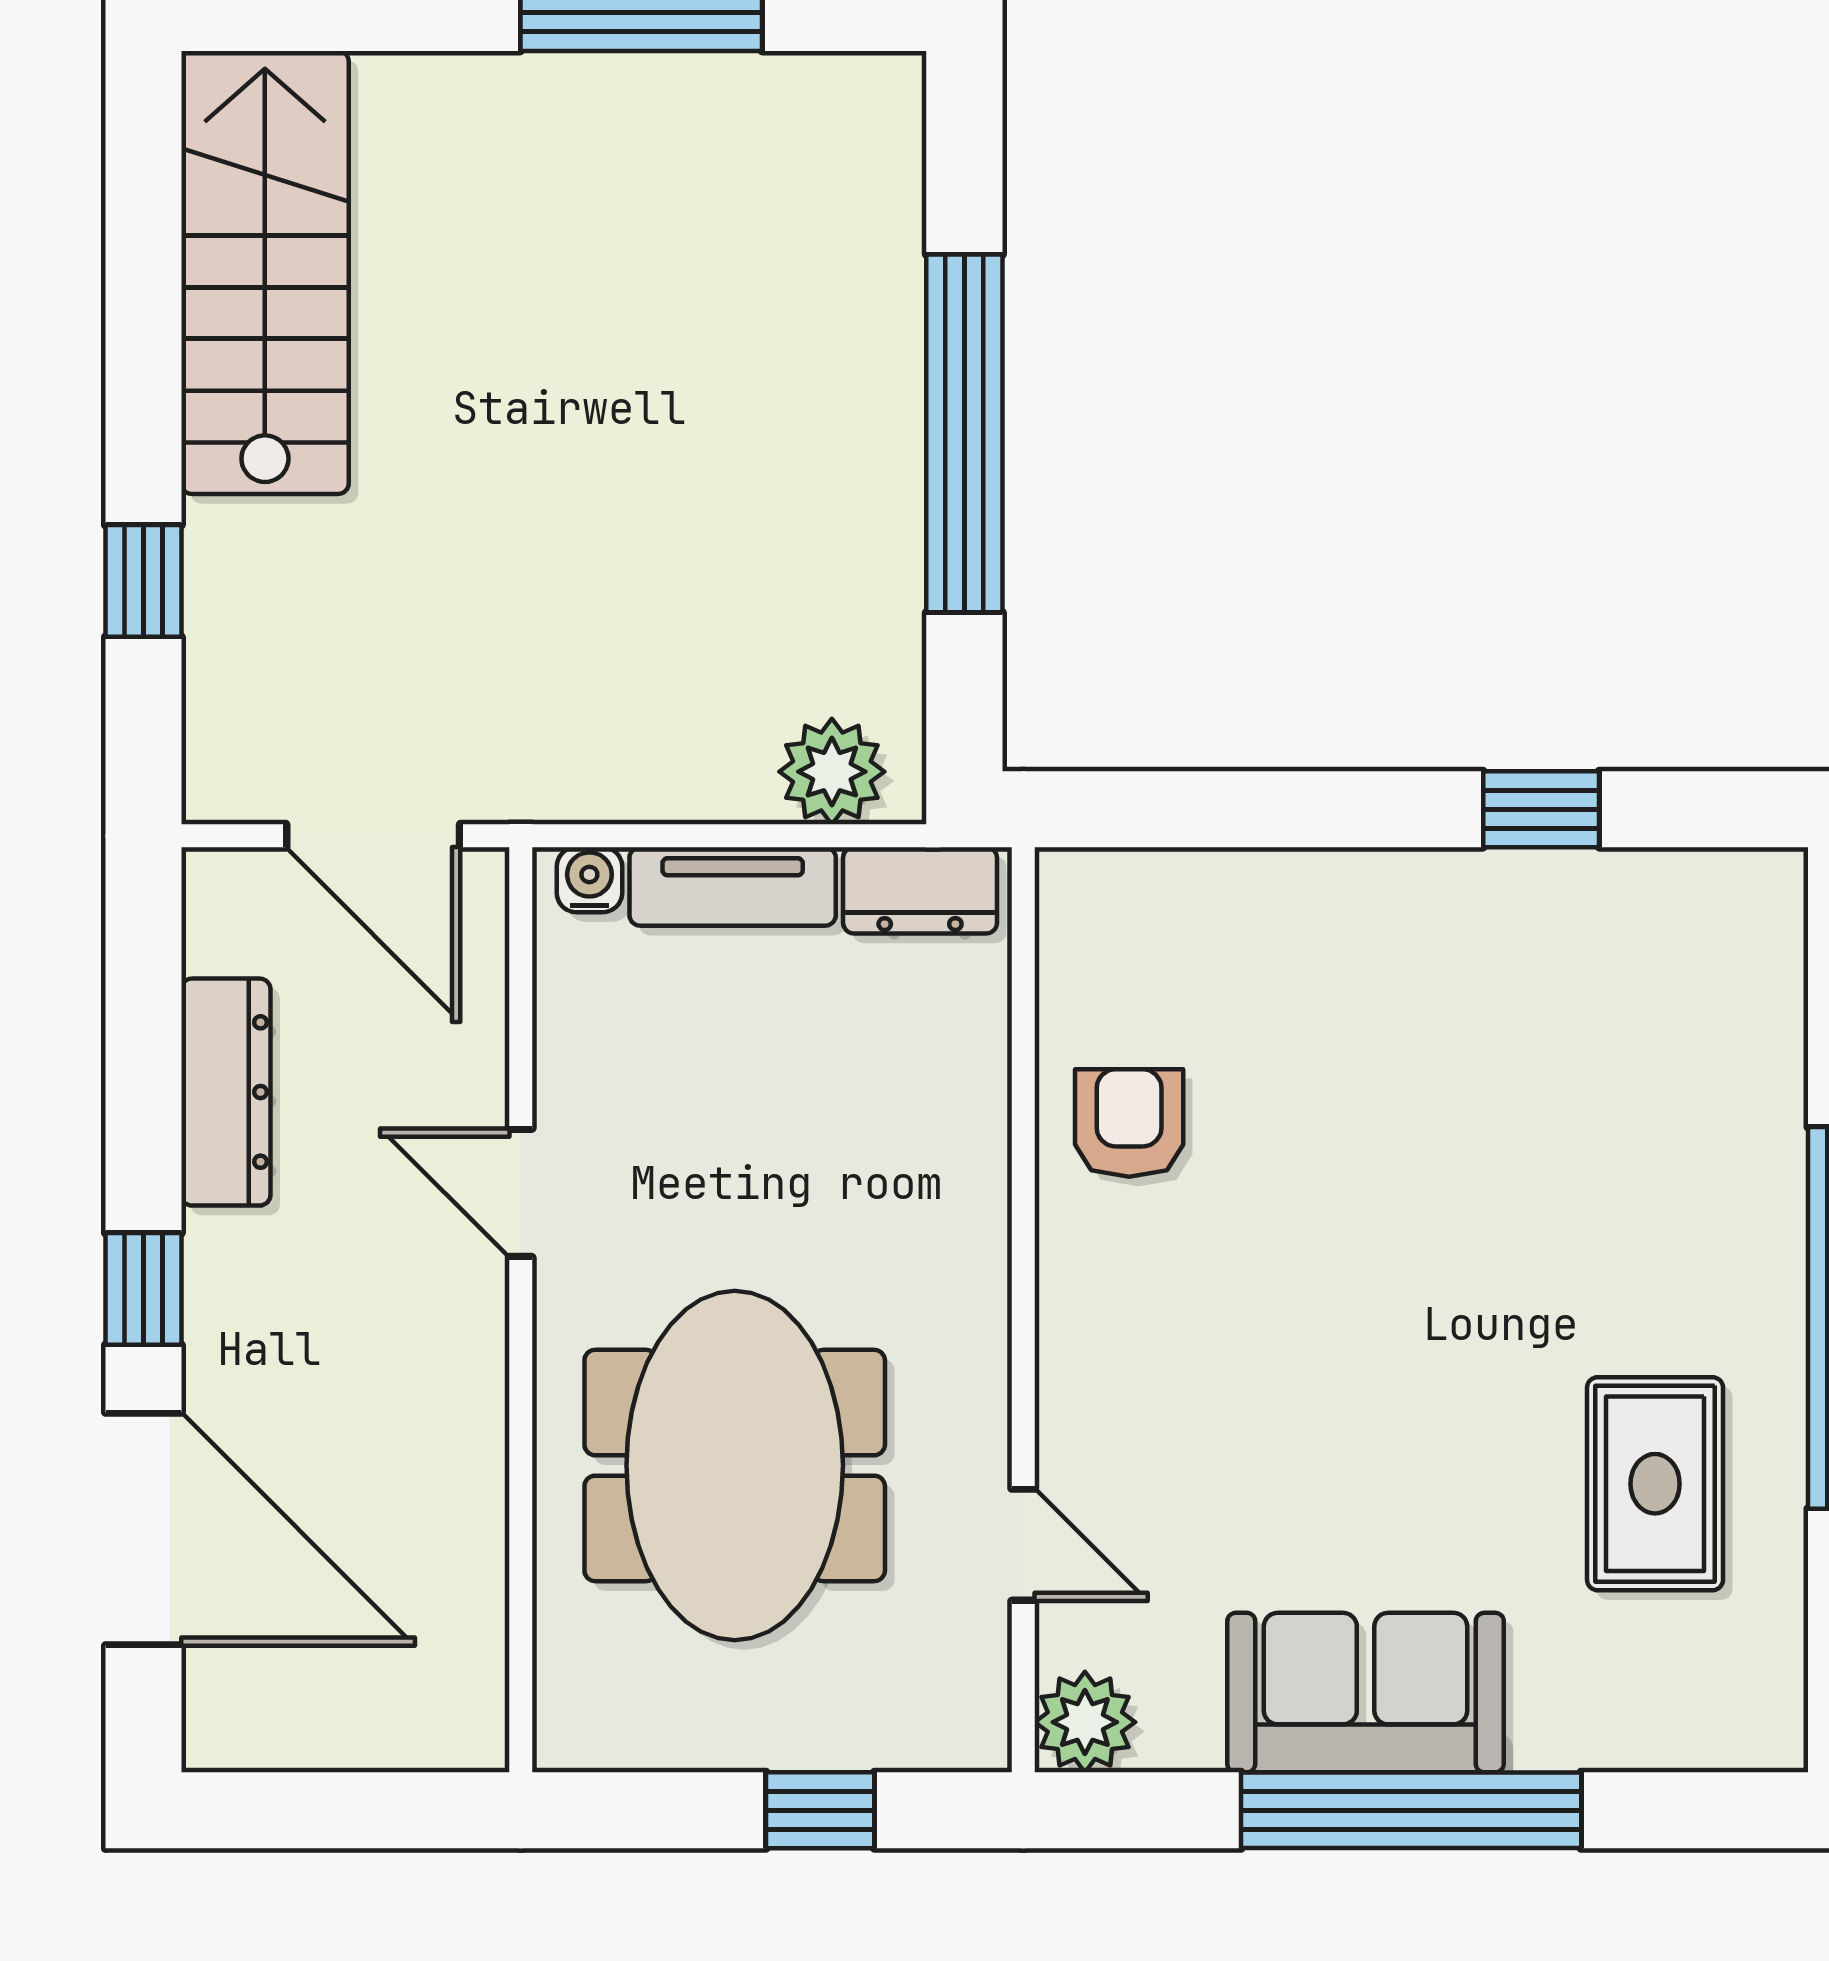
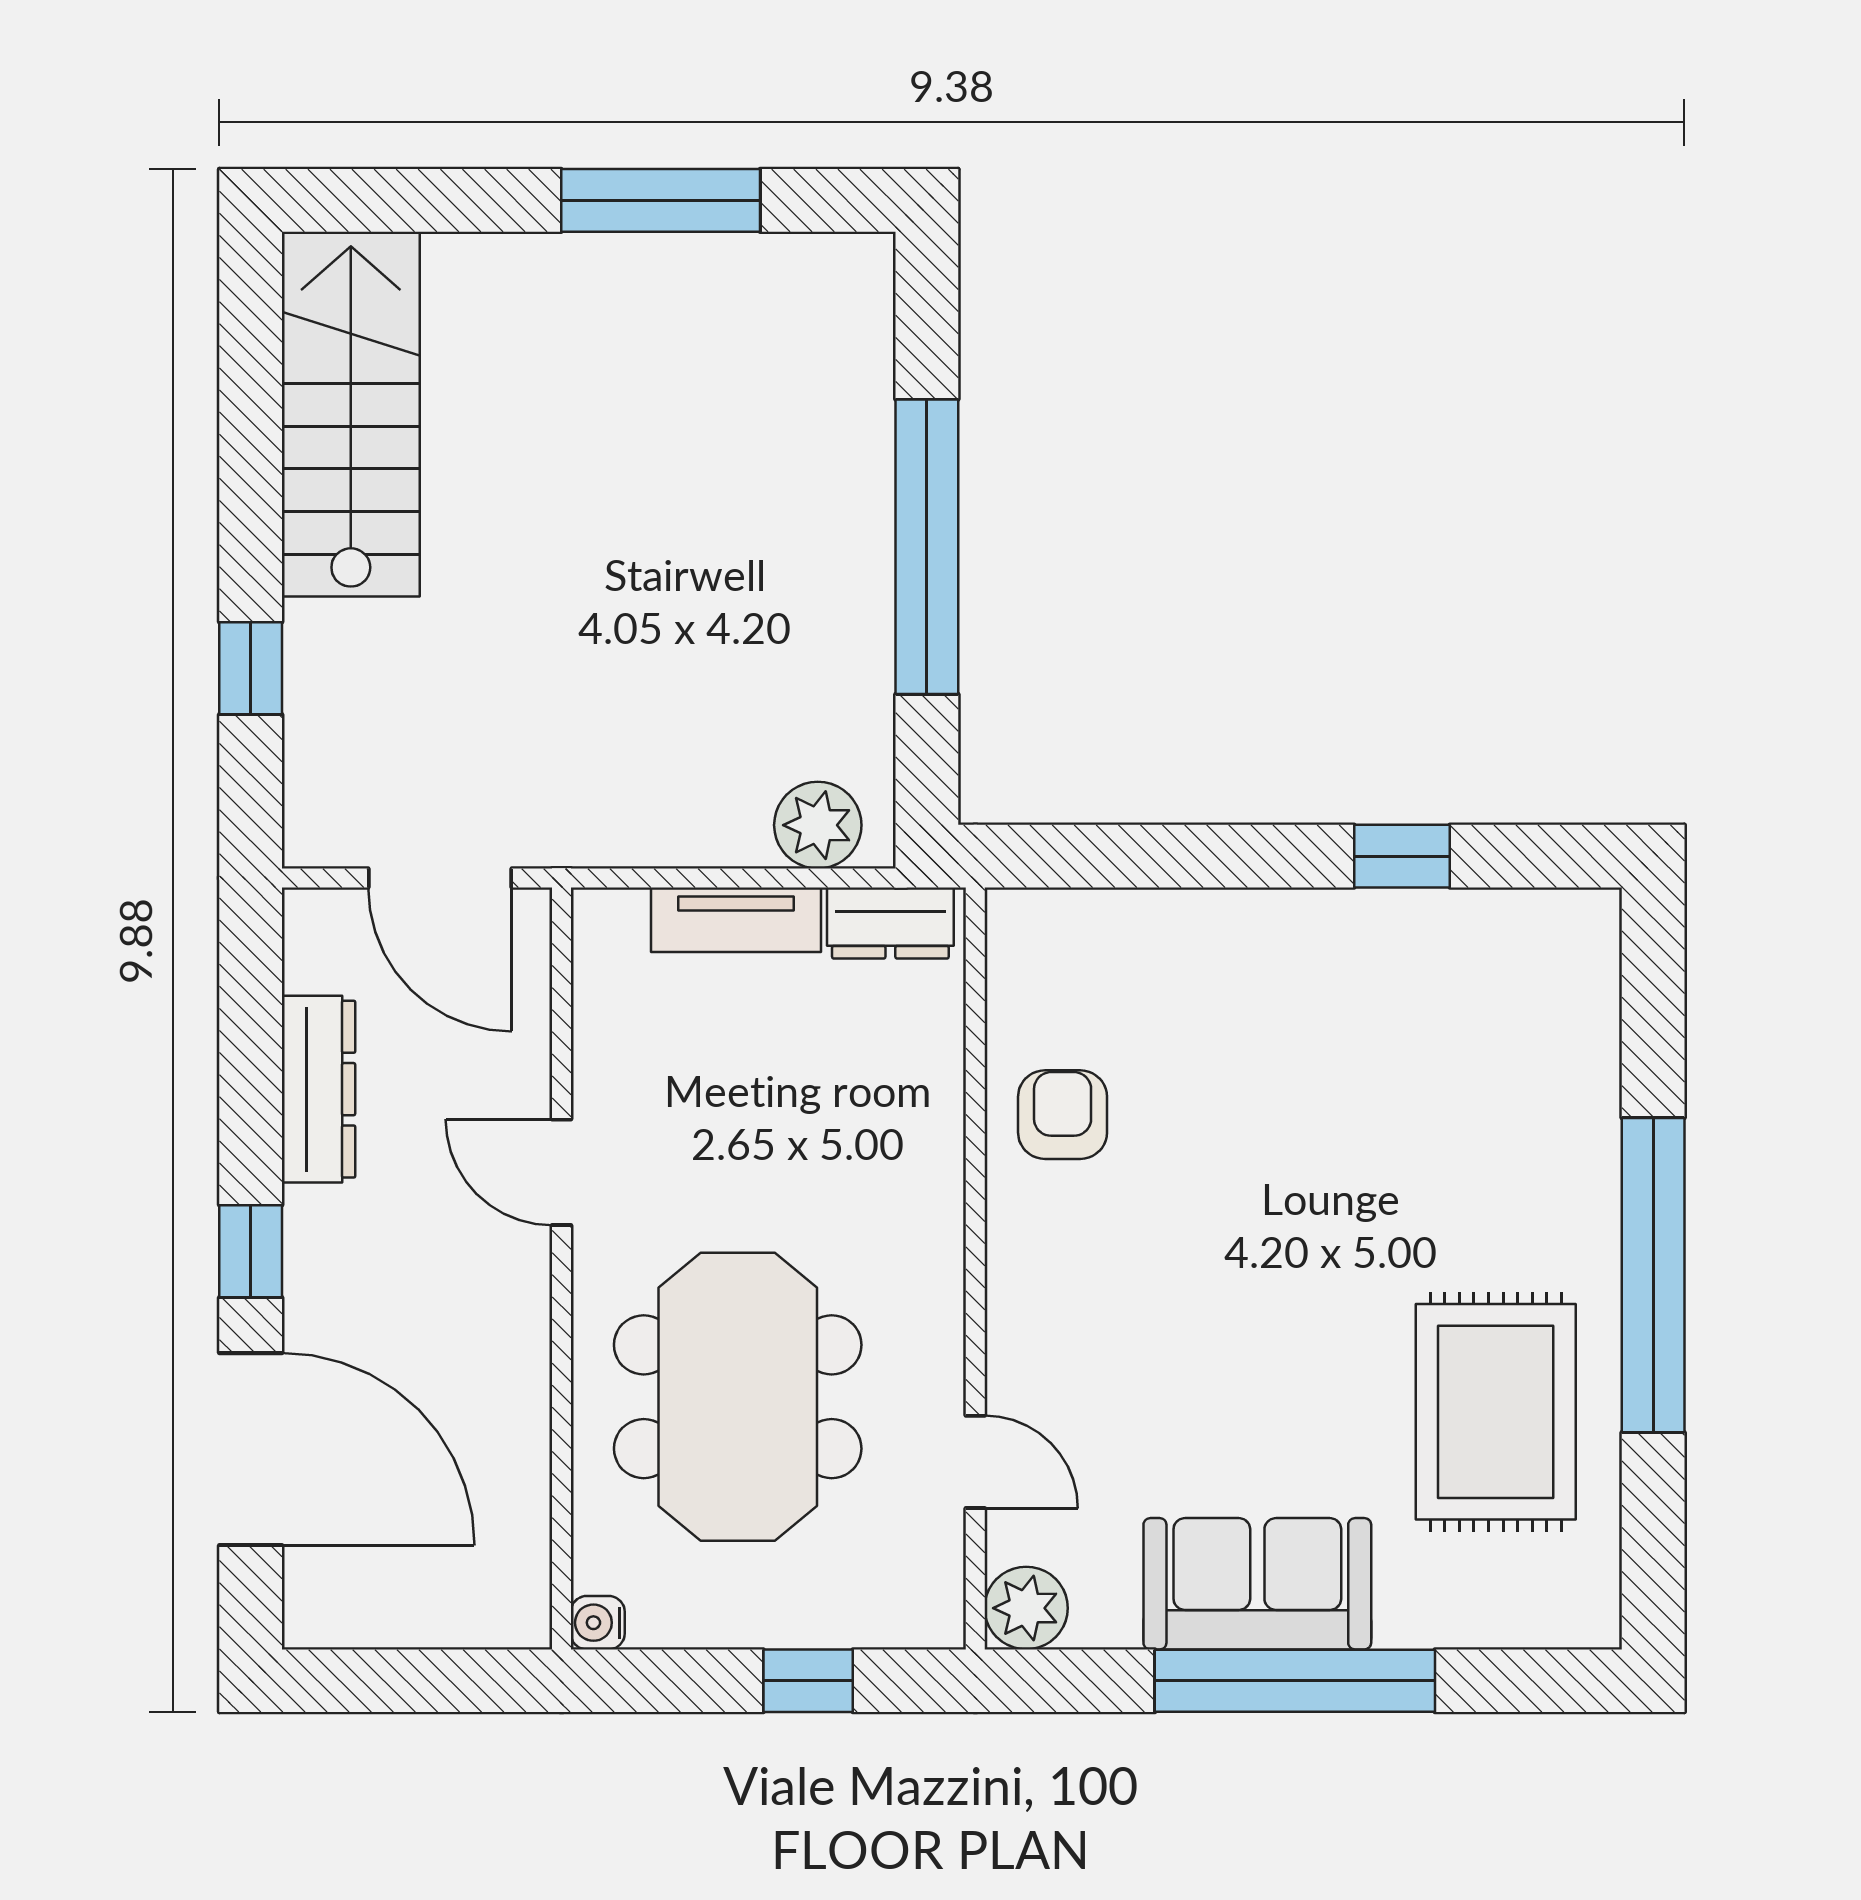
water cooler: (589, 880) -> (598, 1623), moved, turned -90
rug: (1655, 1484) -> (1496, 1412), width x1.36, depth x1.43

